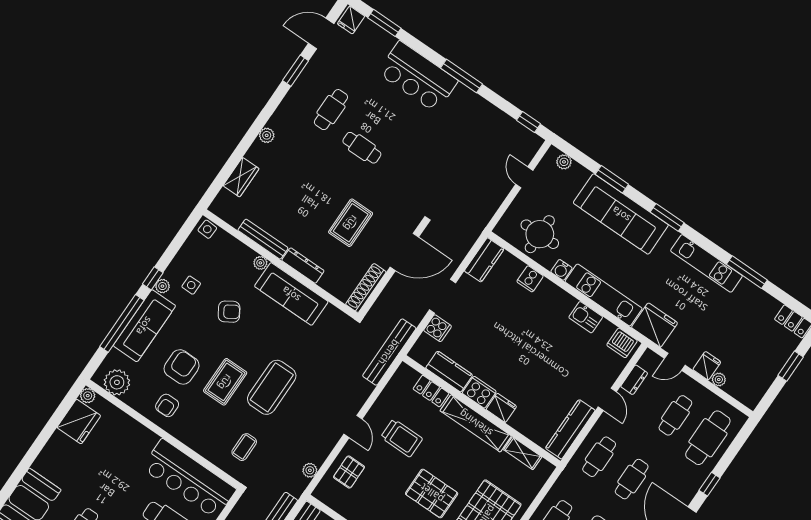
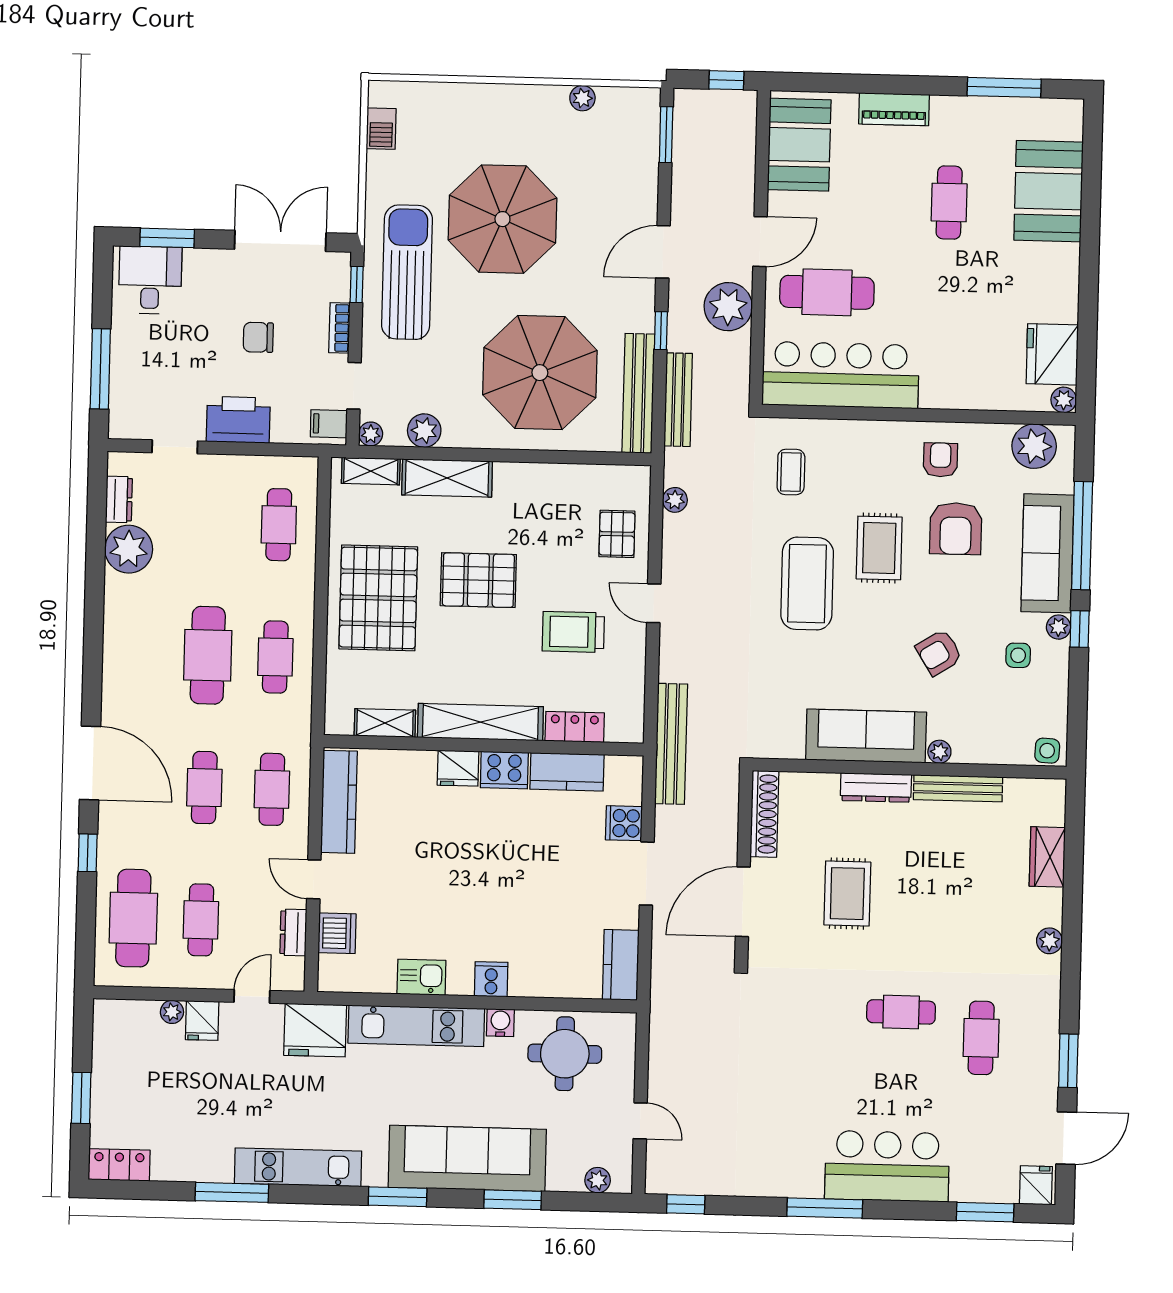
cooker: (530, 279) -> (491, 979), moved
dishwasher: (622, 343) -> (337, 933), moved, turned 90

